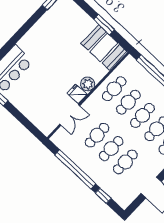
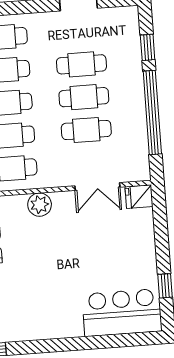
fridge: (77, 94) -> (139, 197), moved, turned 90
double door: (70, 115) -> (97, 186), swing flipped

